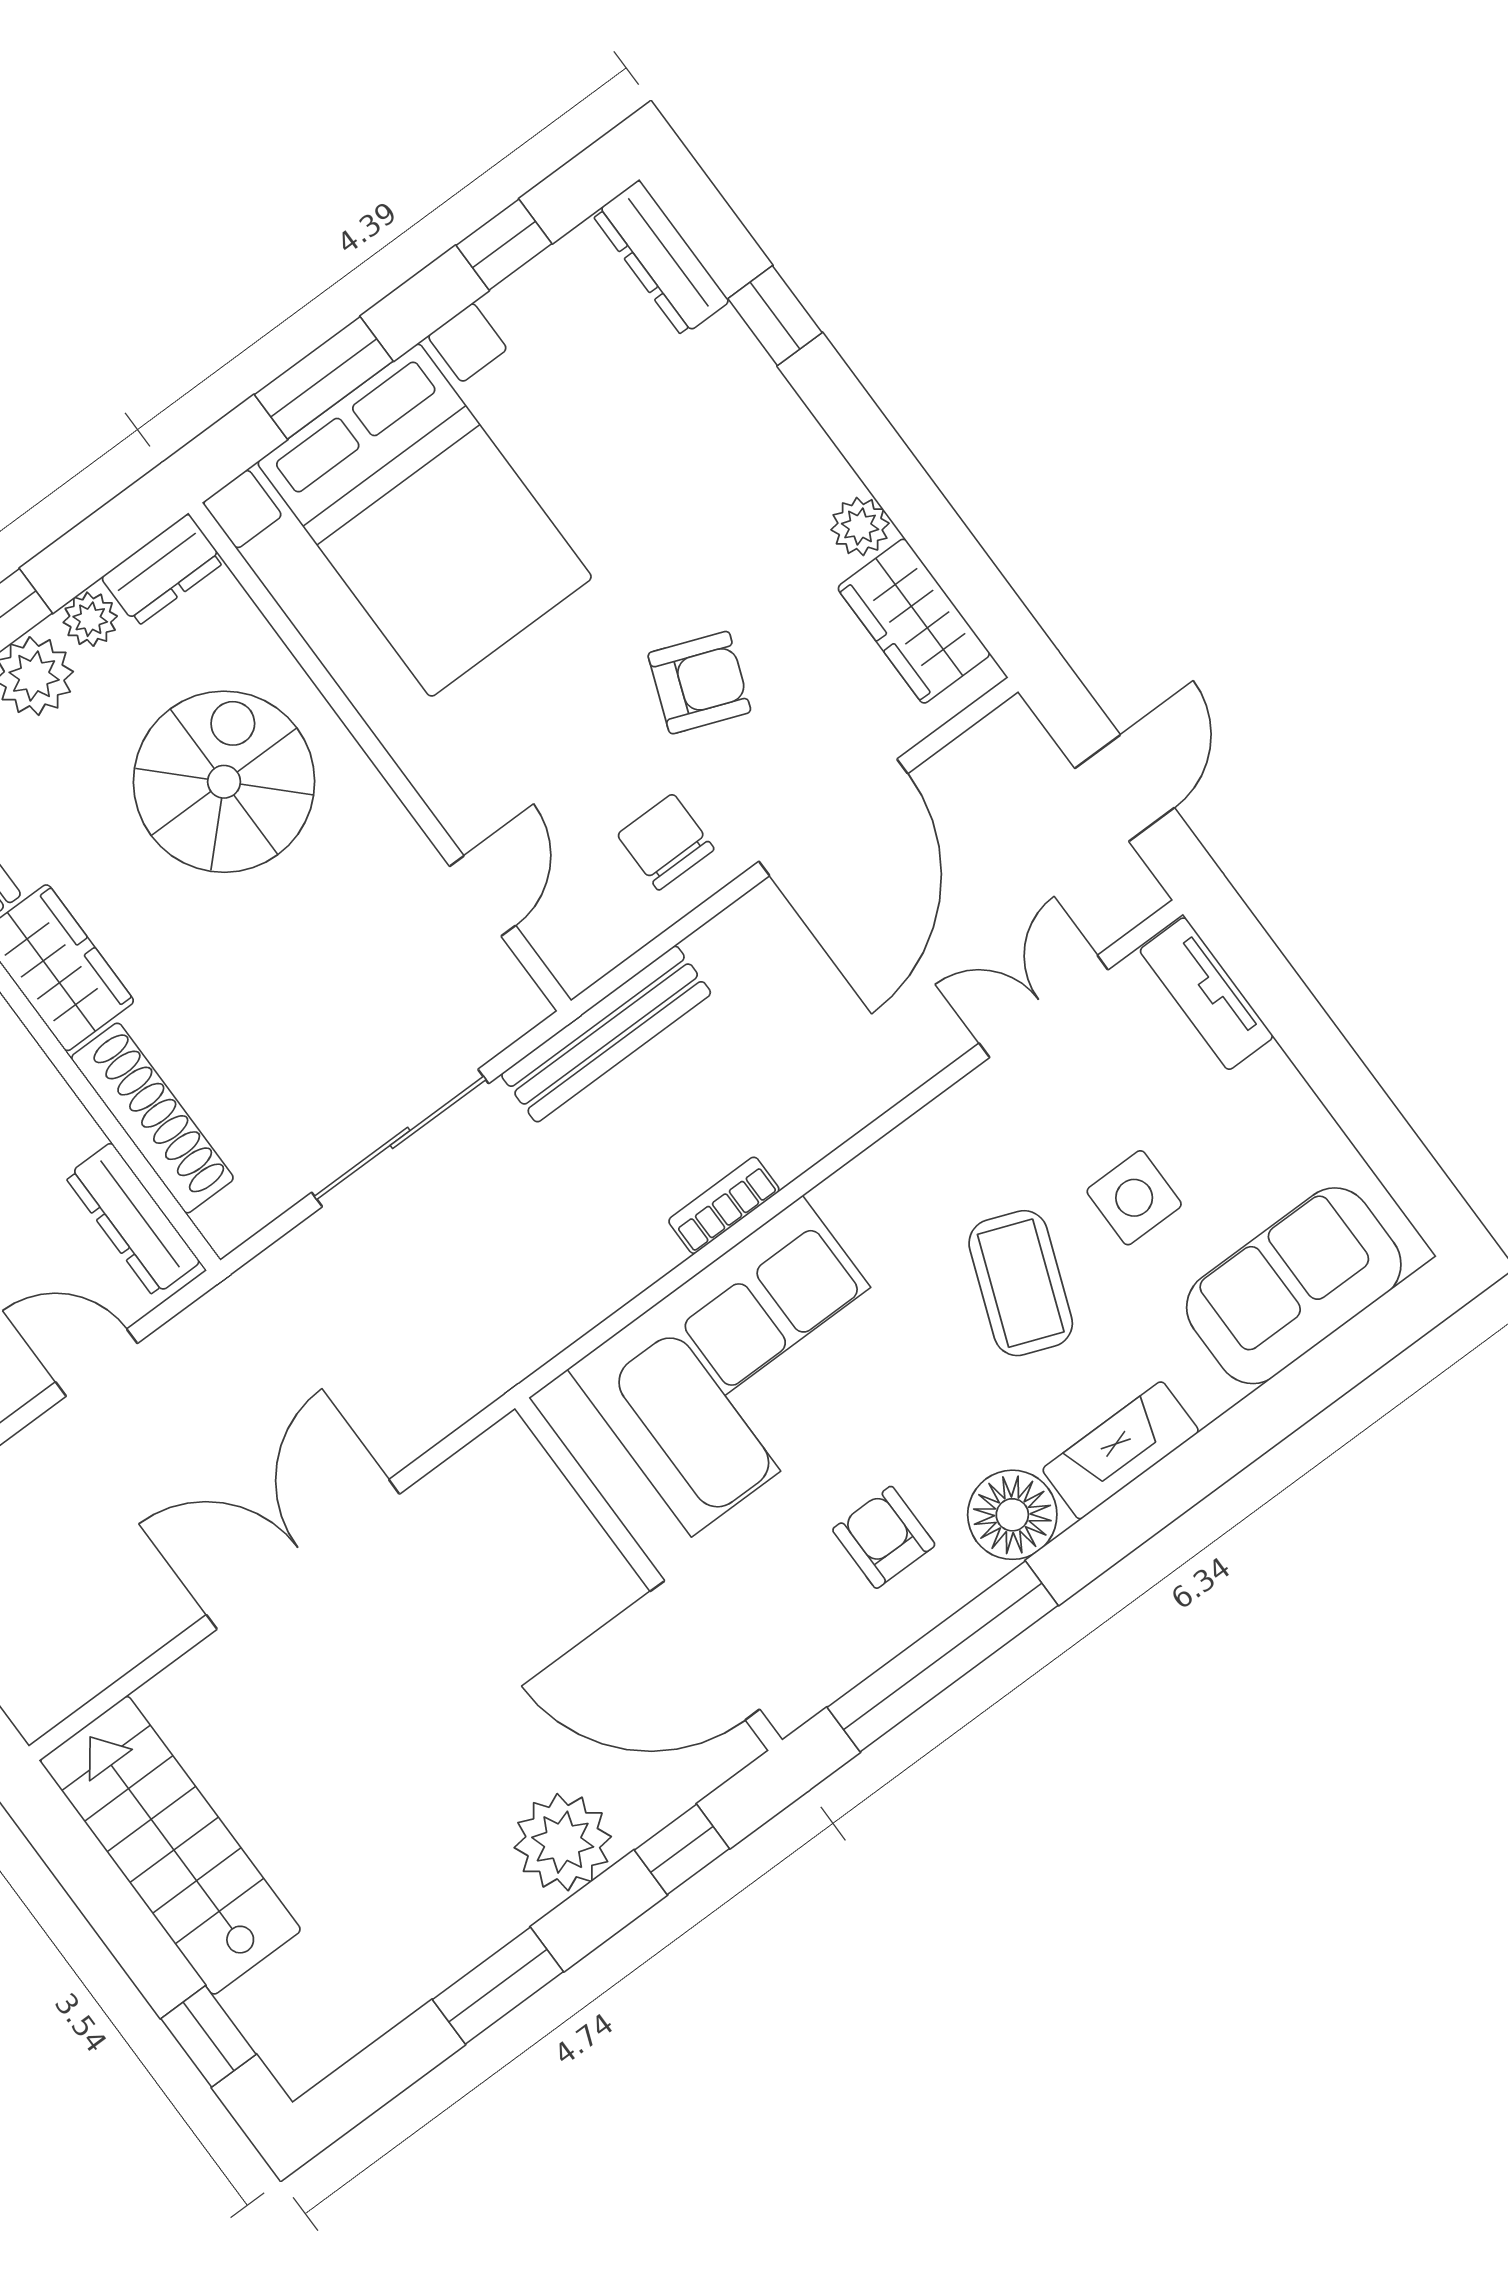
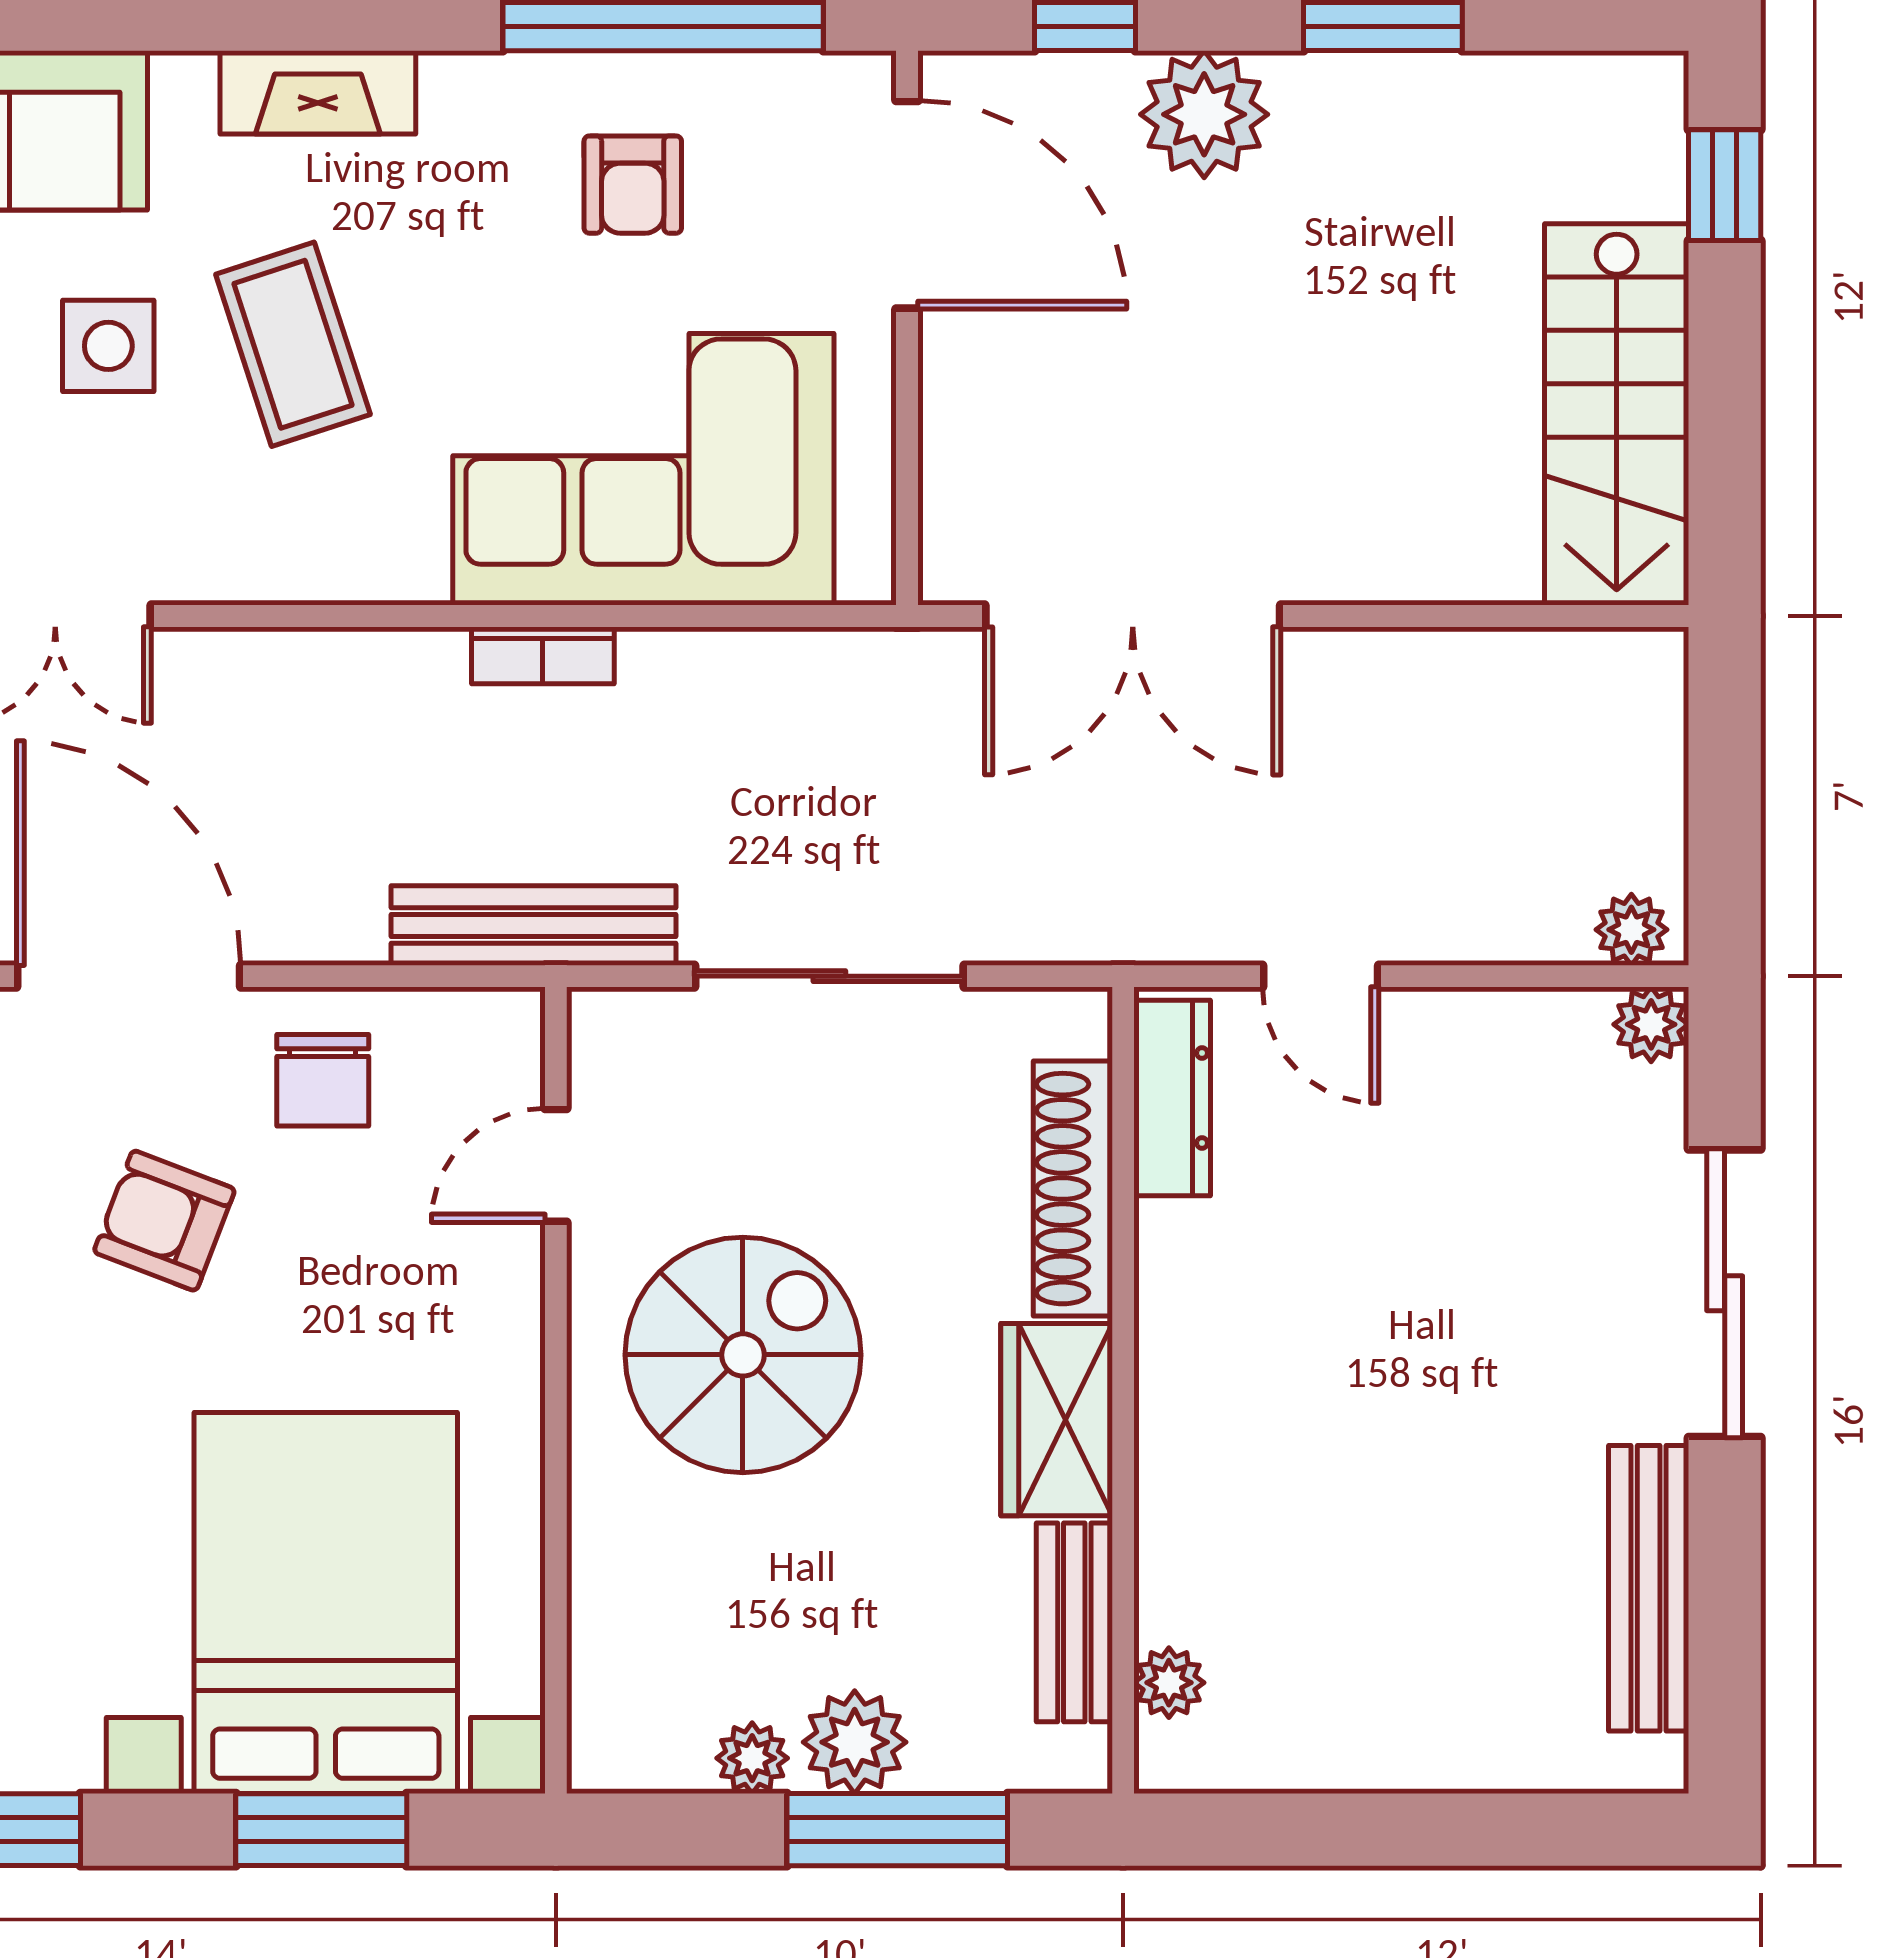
dresser: (163, 570) -> (638, 1754), removed
spiral stairs: (224, 782) -> (743, 1355), moved, turned 180
door: (833, 817) -> (129, 976), hinge flipped
coffee table: (1021, 1283) -> (293, 344), turned -39
floor lamp: (1012, 1515) -> (481, 109), removed
double door: (303, 1554) -> (1133, 616), moved

